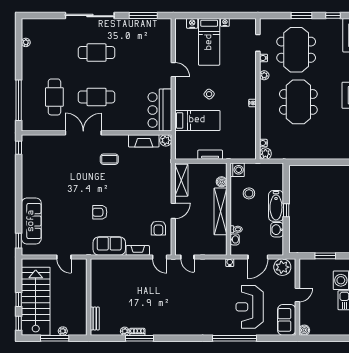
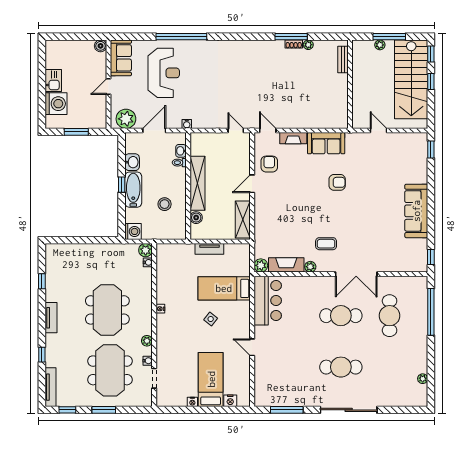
plant: (123, 139) -> (310, 267), added
washing machine: (237, 170) -> (133, 231), moved, turned 180
sofa: (31, 221) -> (416, 211), moved

